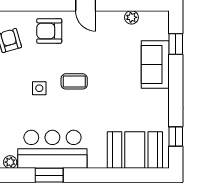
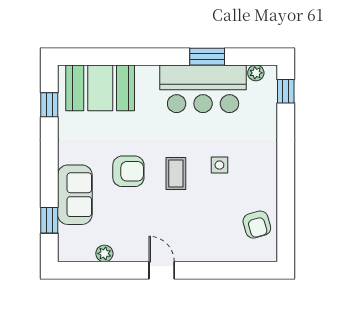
armchair: (49, 31) -> (128, 171), moved
coffee table: (74, 81) -> (176, 174), turned 90

